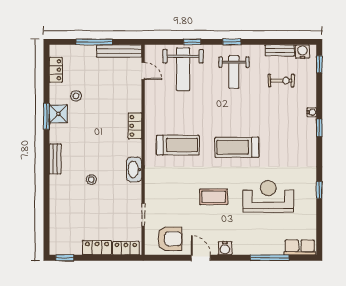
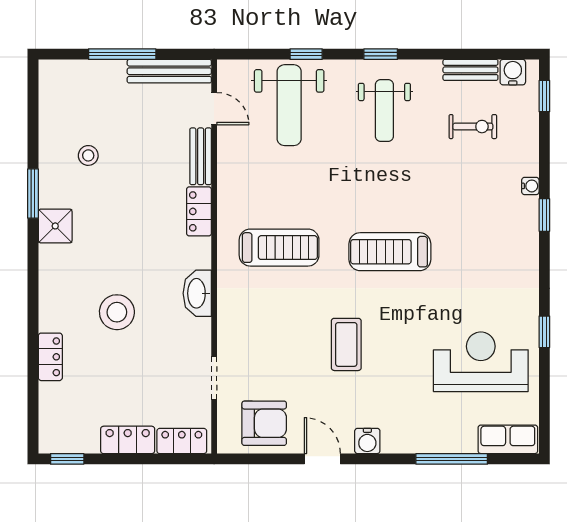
locker: (56, 70) -> (50, 357), moved
shower: (58, 114) -> (55, 226), moved
bench: (55, 159) -> (201, 156), moved
stool: (91, 180) -> (117, 312), width x1.89, depth x1.89
reception desk: (268, 196) -> (481, 362), moved
coffee table: (214, 197) -> (346, 344), turned 90

